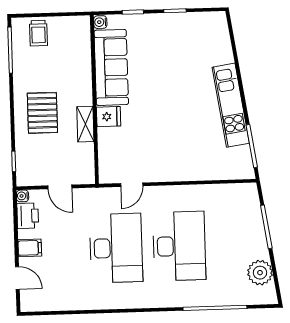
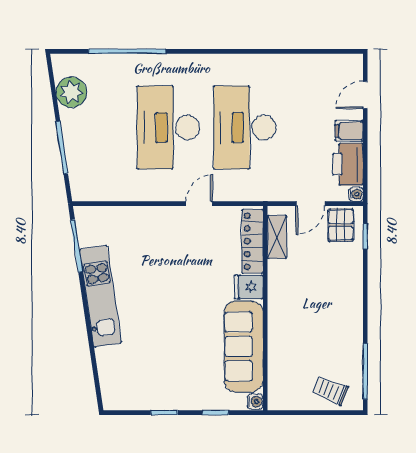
trolley: (38, 33) -> (330, 391), turned -68
pallet: (42, 113) -> (341, 225), moved, width x0.67, depth x0.71
shelving: (85, 124) -> (277, 237), moved
locker: (107, 154) -> (252, 241), added
door: (132, 185) -> (199, 204), moved
door: (60, 187) -> (310, 204), swing flipped
printer: (28, 216) -> (348, 164), width x1.37, depth x1.19
door: (17, 278) -> (365, 95), hinge flipped

